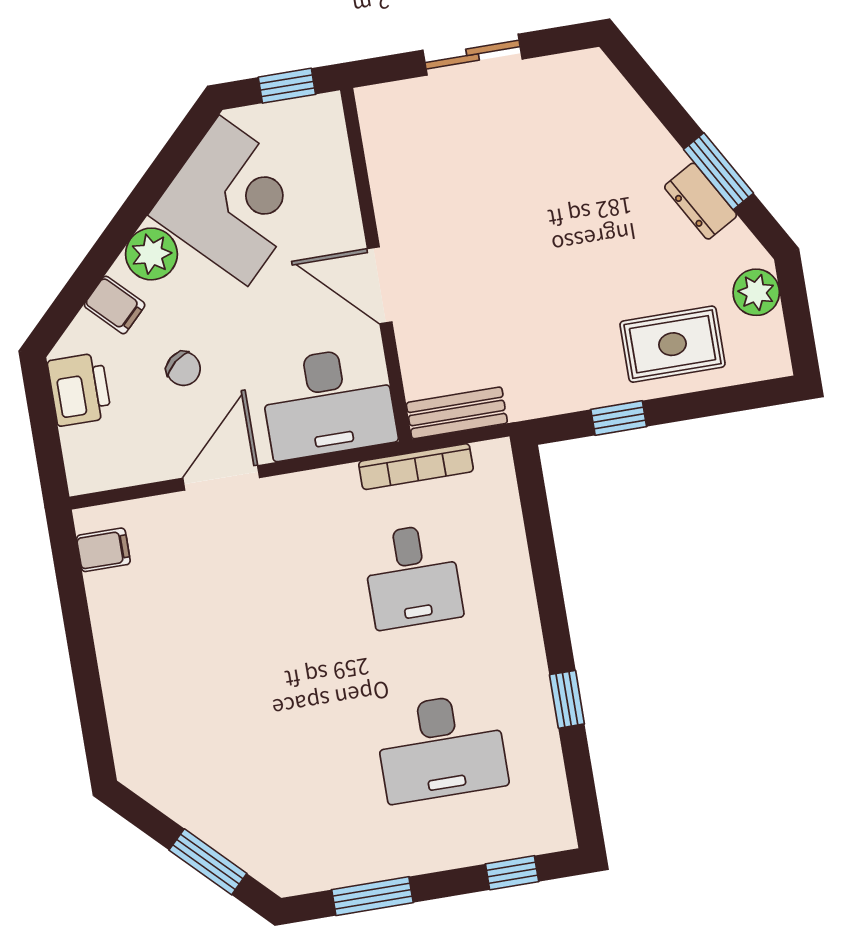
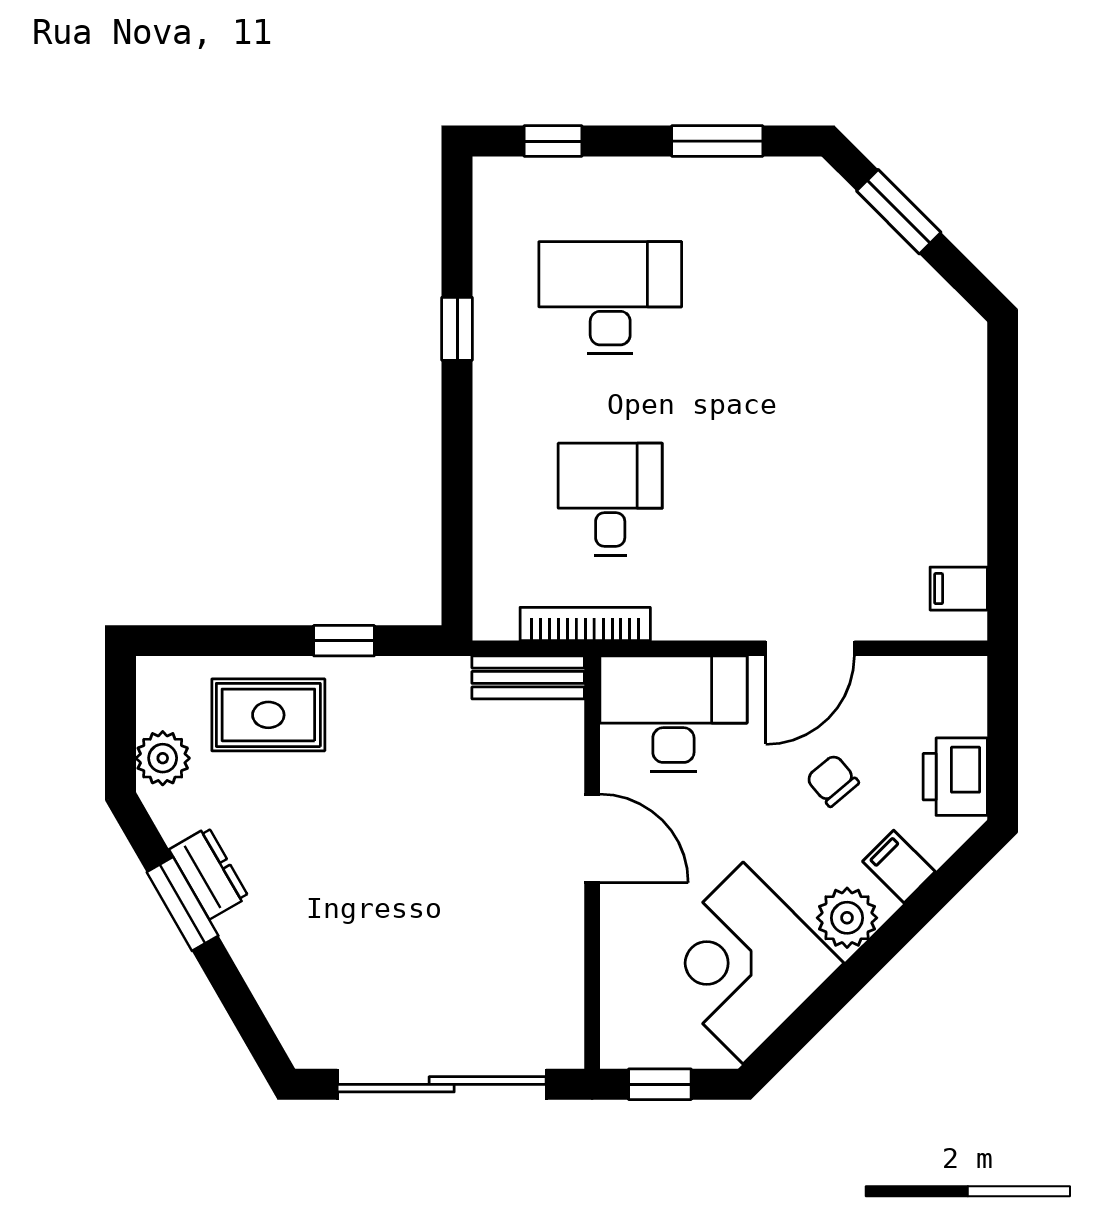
sliding door: (473, 55) -> (442, 1084), width x1.86

